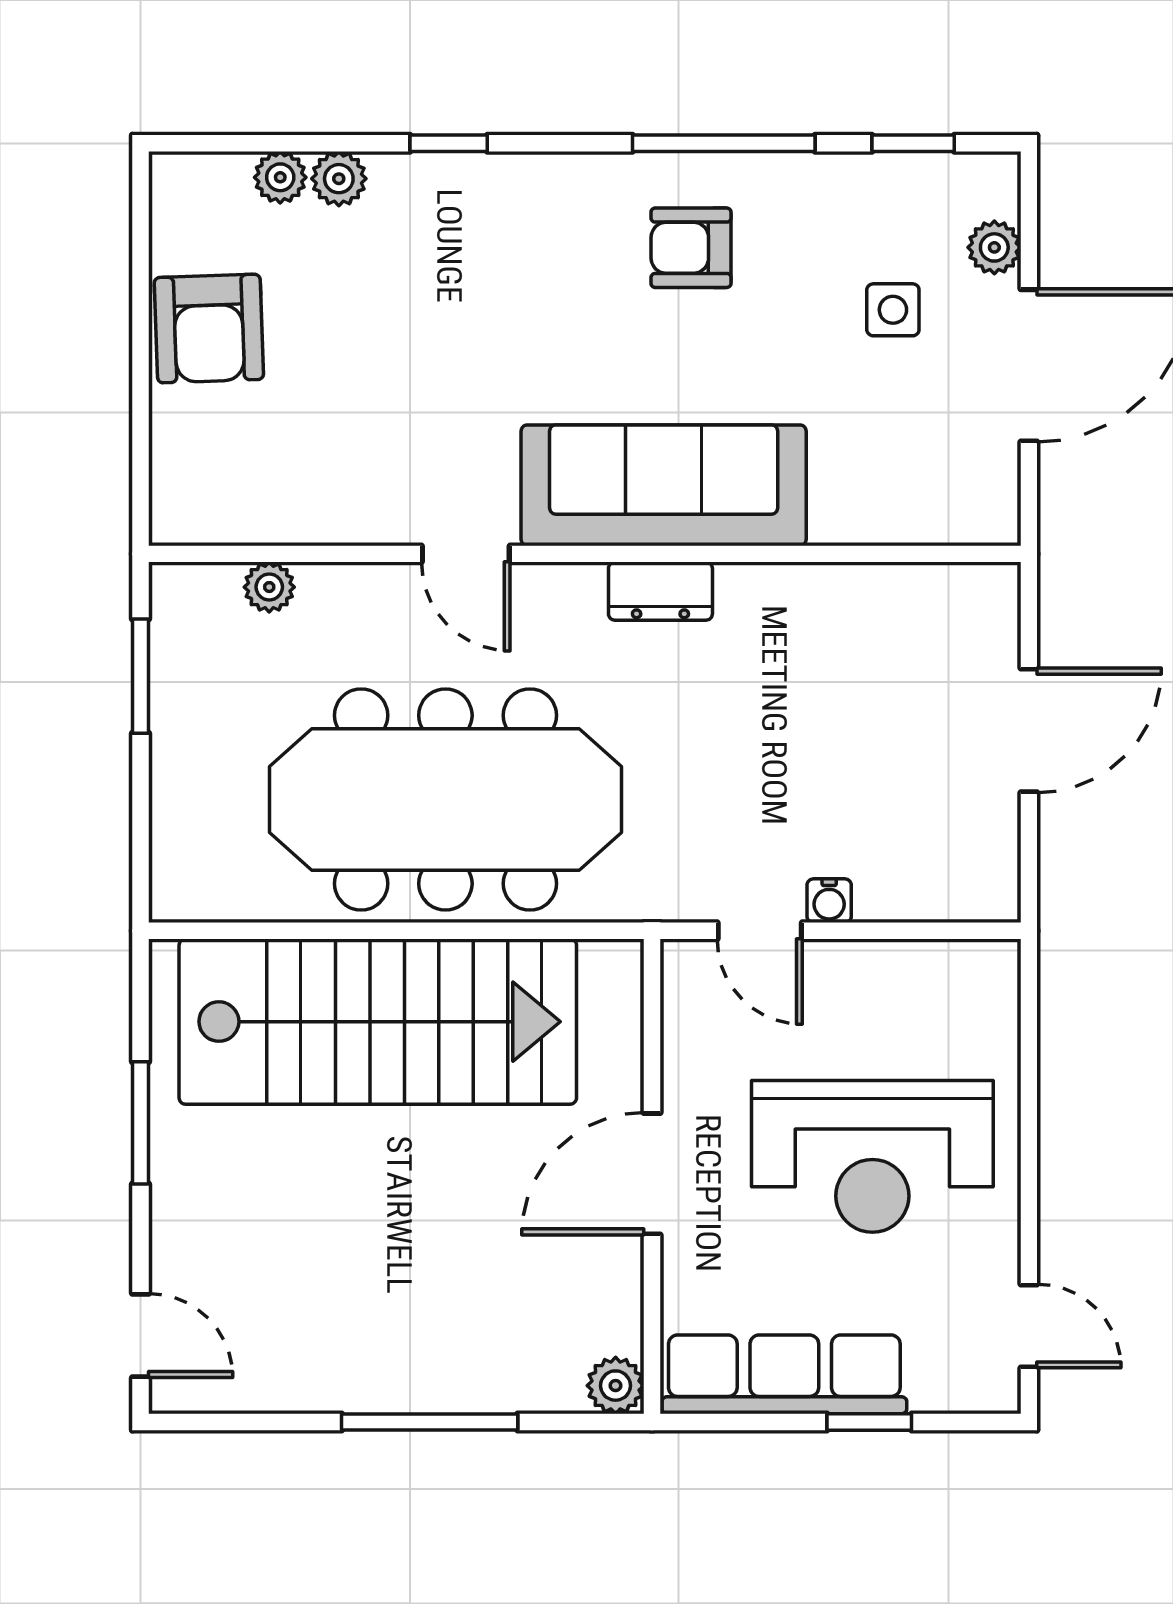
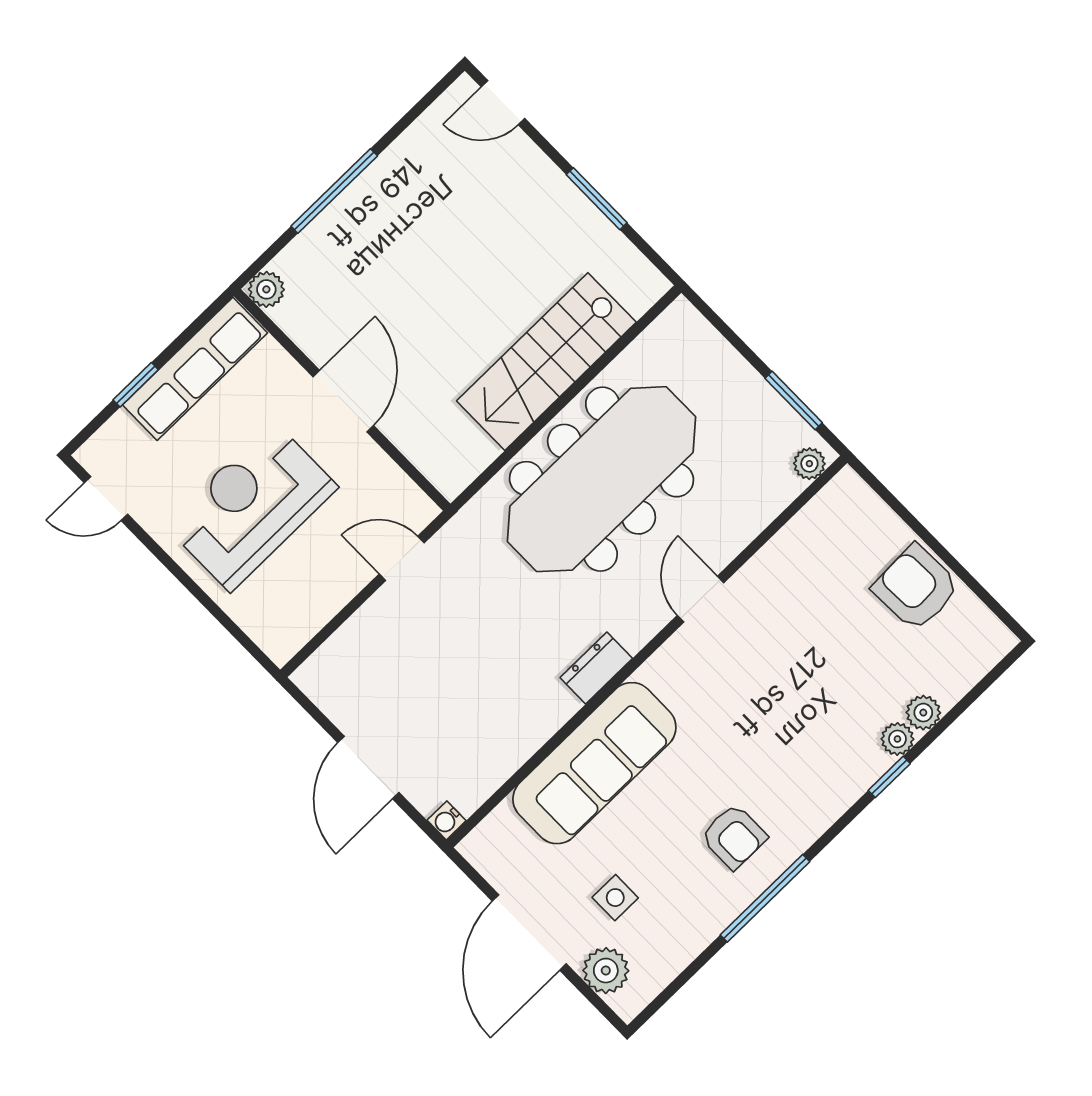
window: (913, 143) -> (679, 982), removed
plant: (280, 177) -> (897, 739), moved
plant: (994, 247) -> (606, 971), width x1.38, depth x1.38
armchair: (691, 248) -> (734, 837), turned 90
sofa: (664, 485) -> (594, 763), moved
door: (466, 554) -> (701, 599), hinge flipped
plant: (269, 587) -> (809, 464), moved
water cooler: (829, 901) -> (447, 820), moved, turned -90
stairs: (378, 1022) -> (546, 362), width x0.73, depth x0.66

